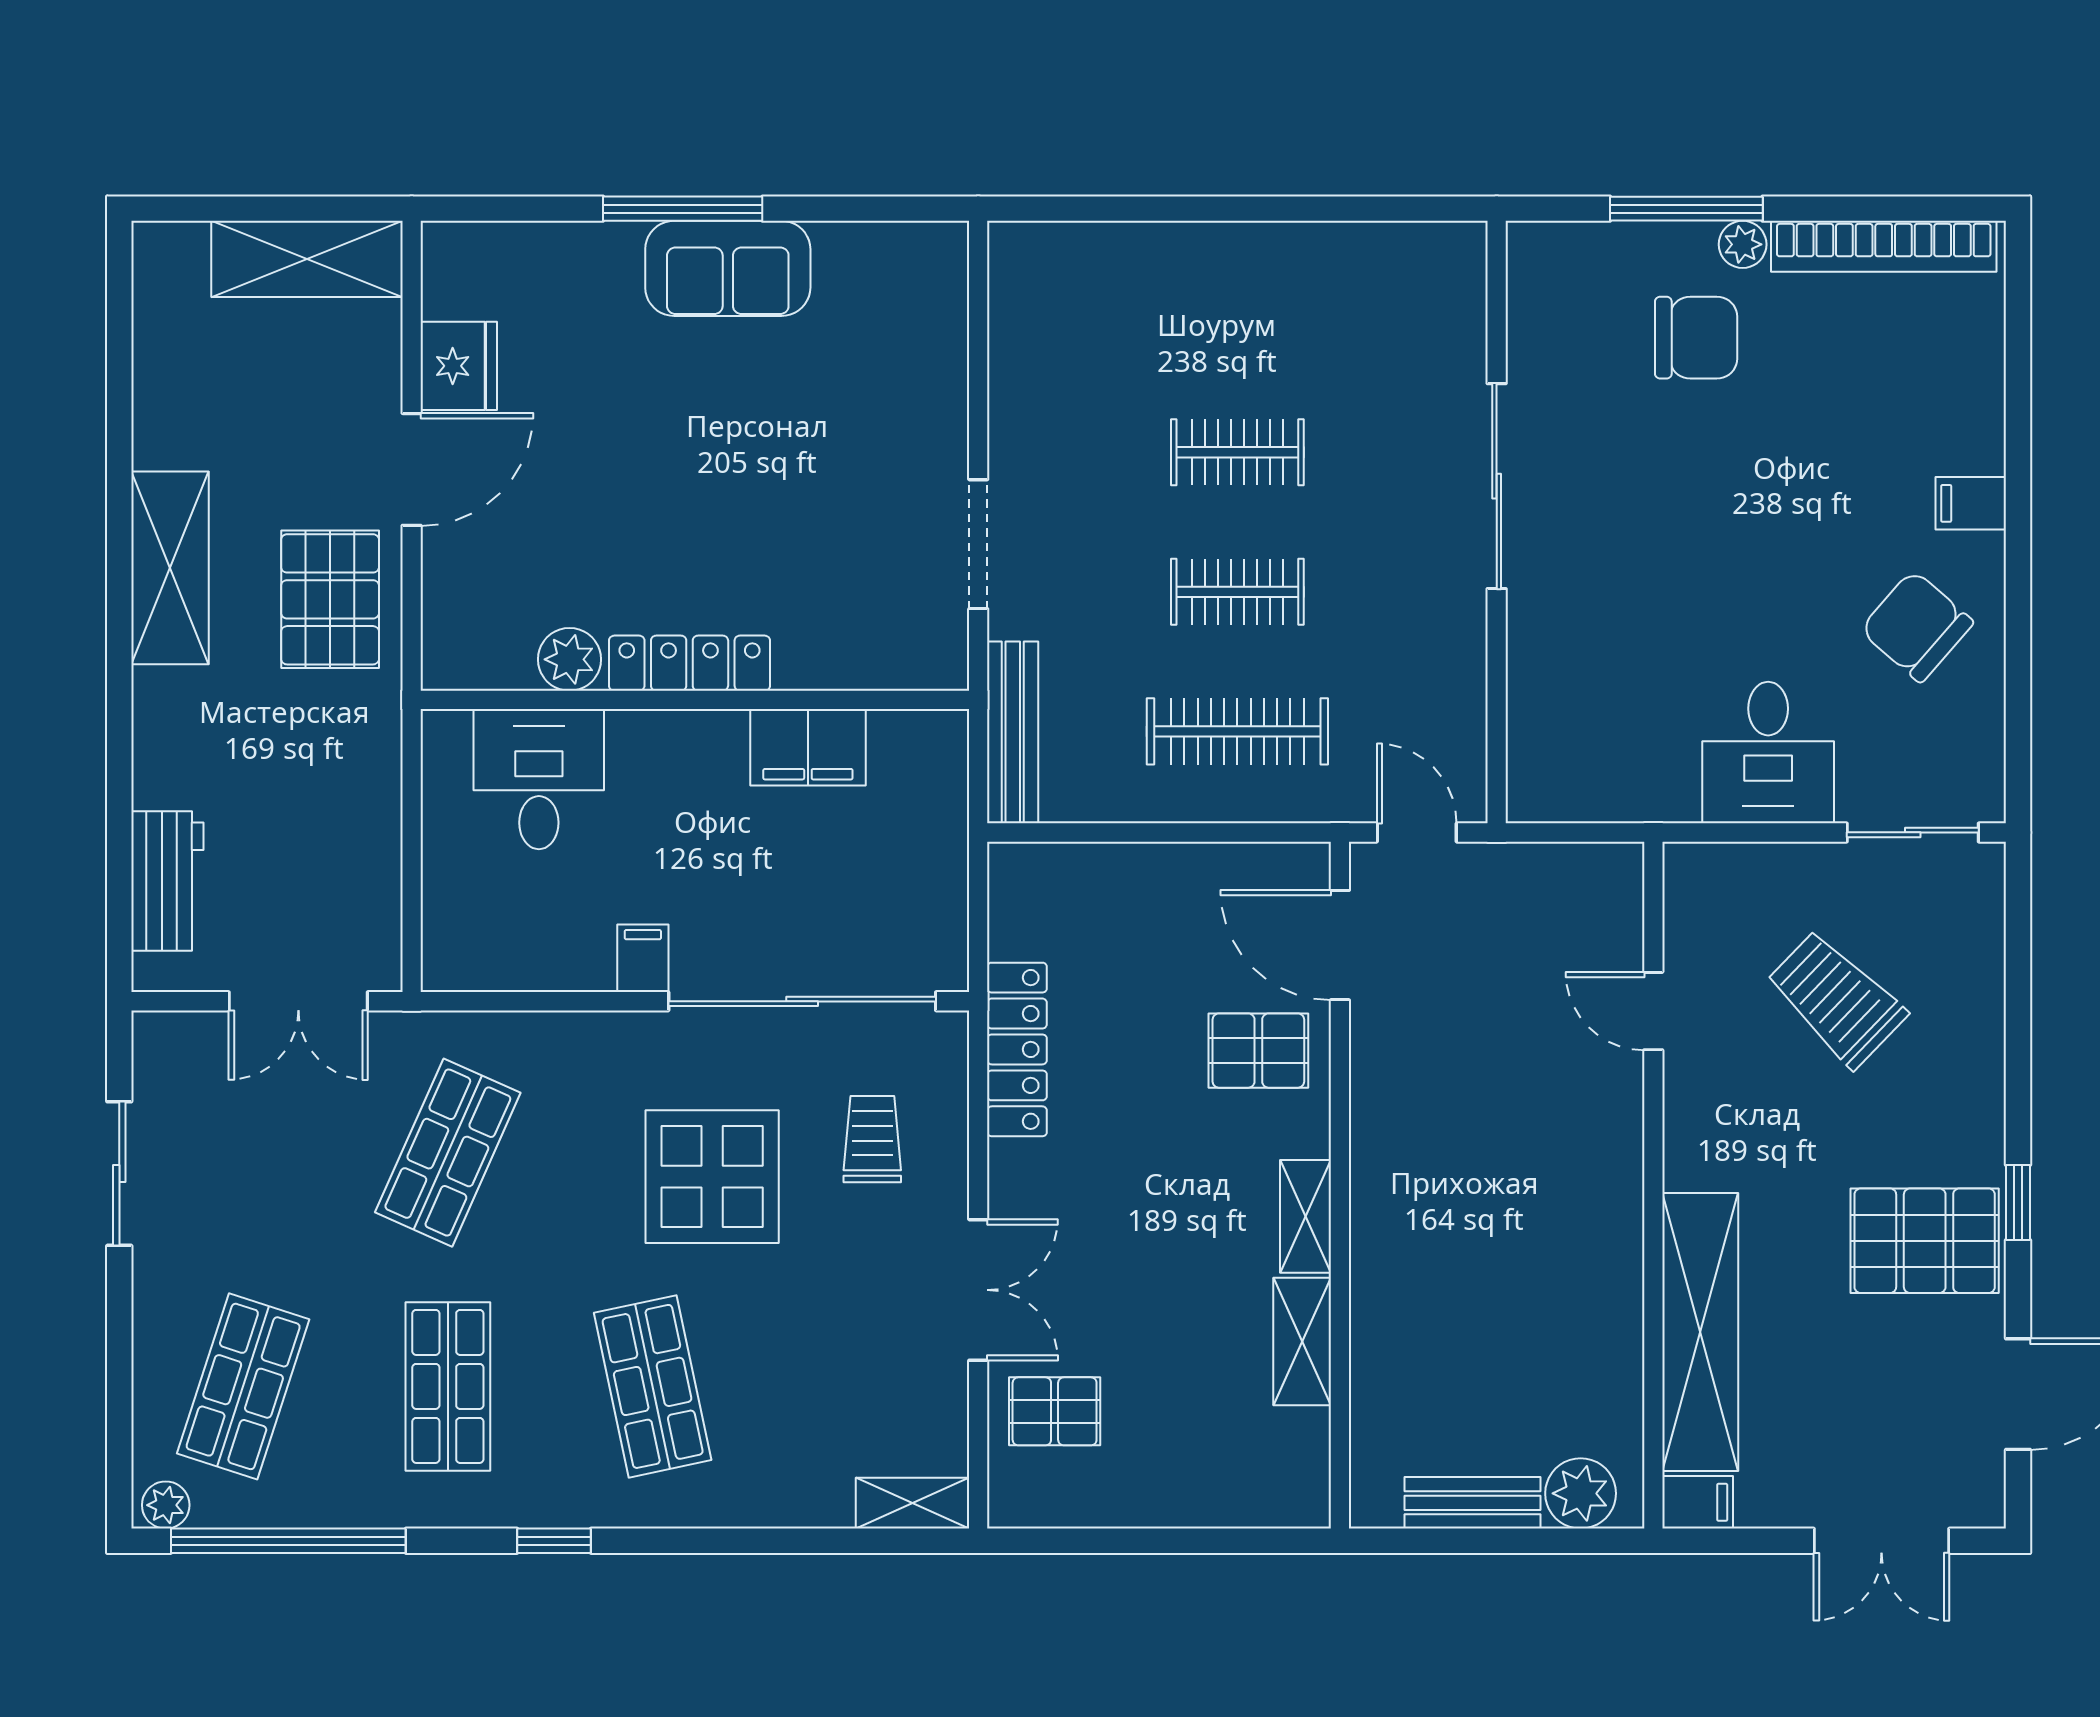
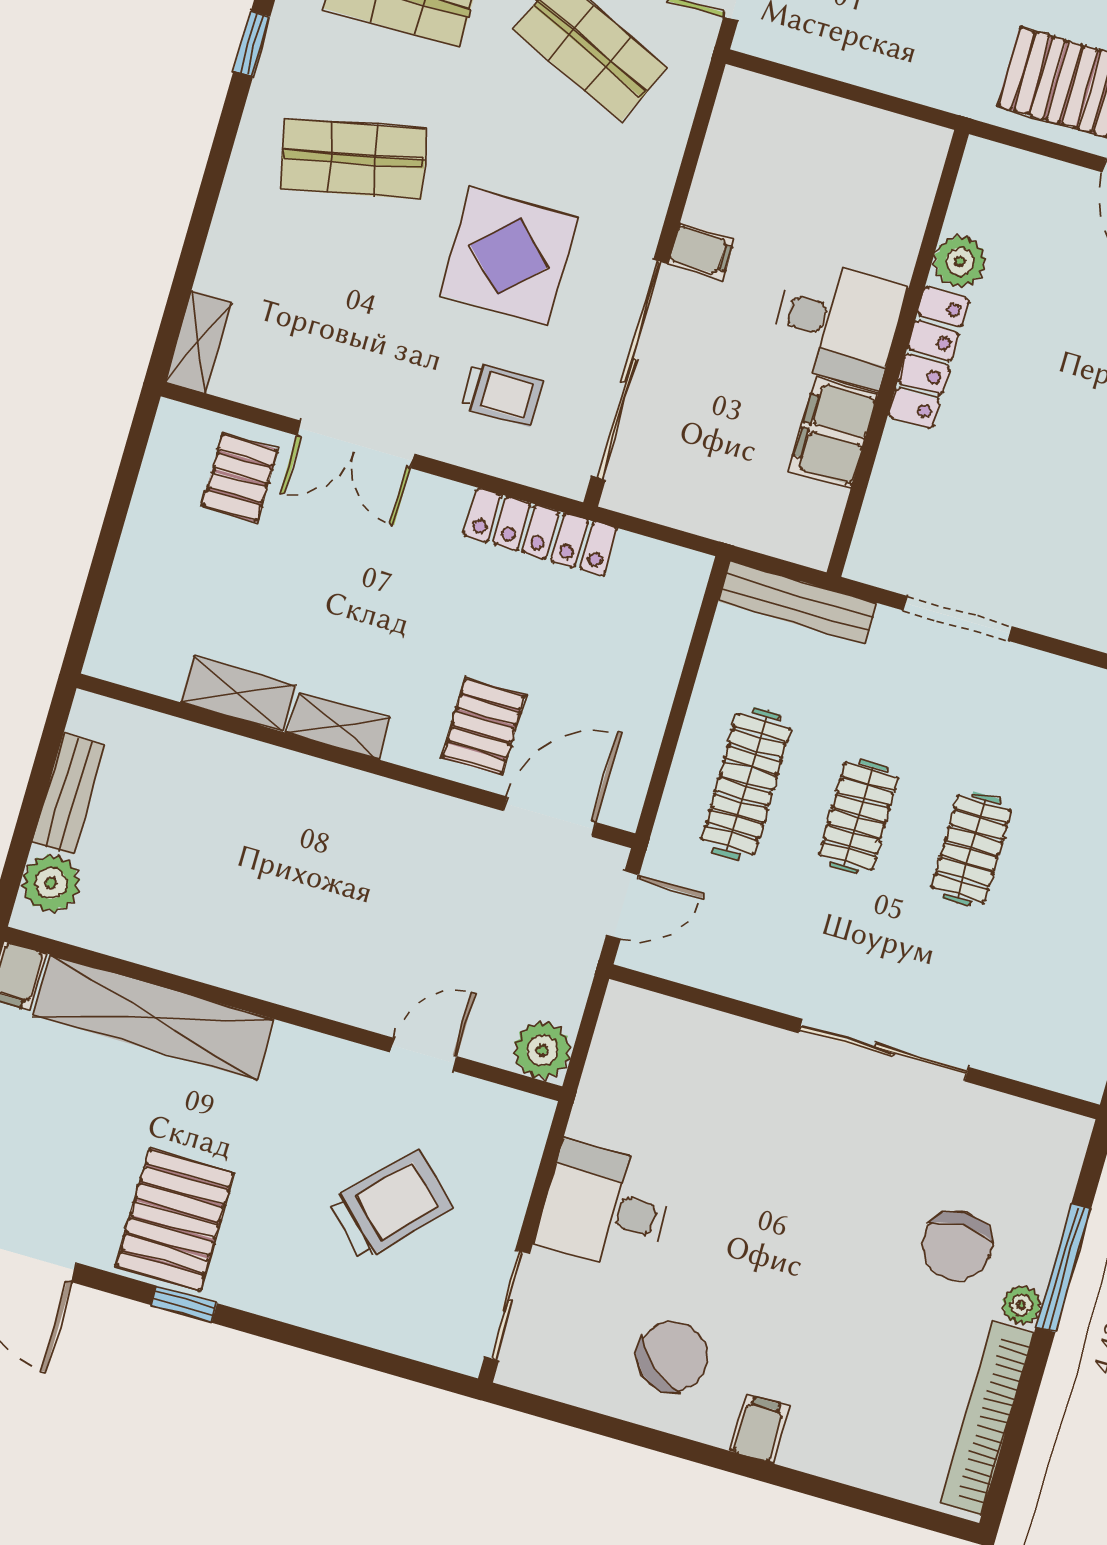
desk: (539, 779) -> (837, 323), moved
plant: (1609, 877) -> (542, 1050), added

